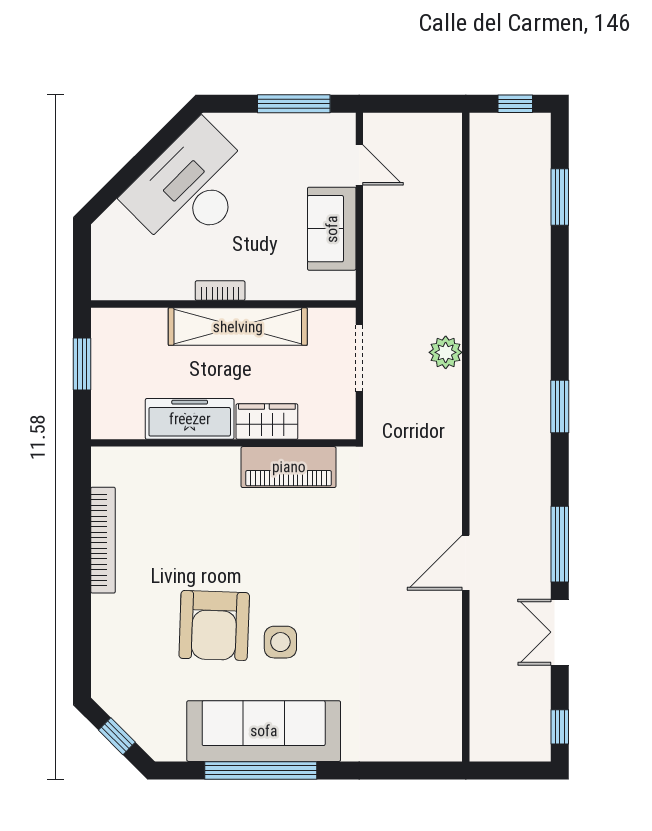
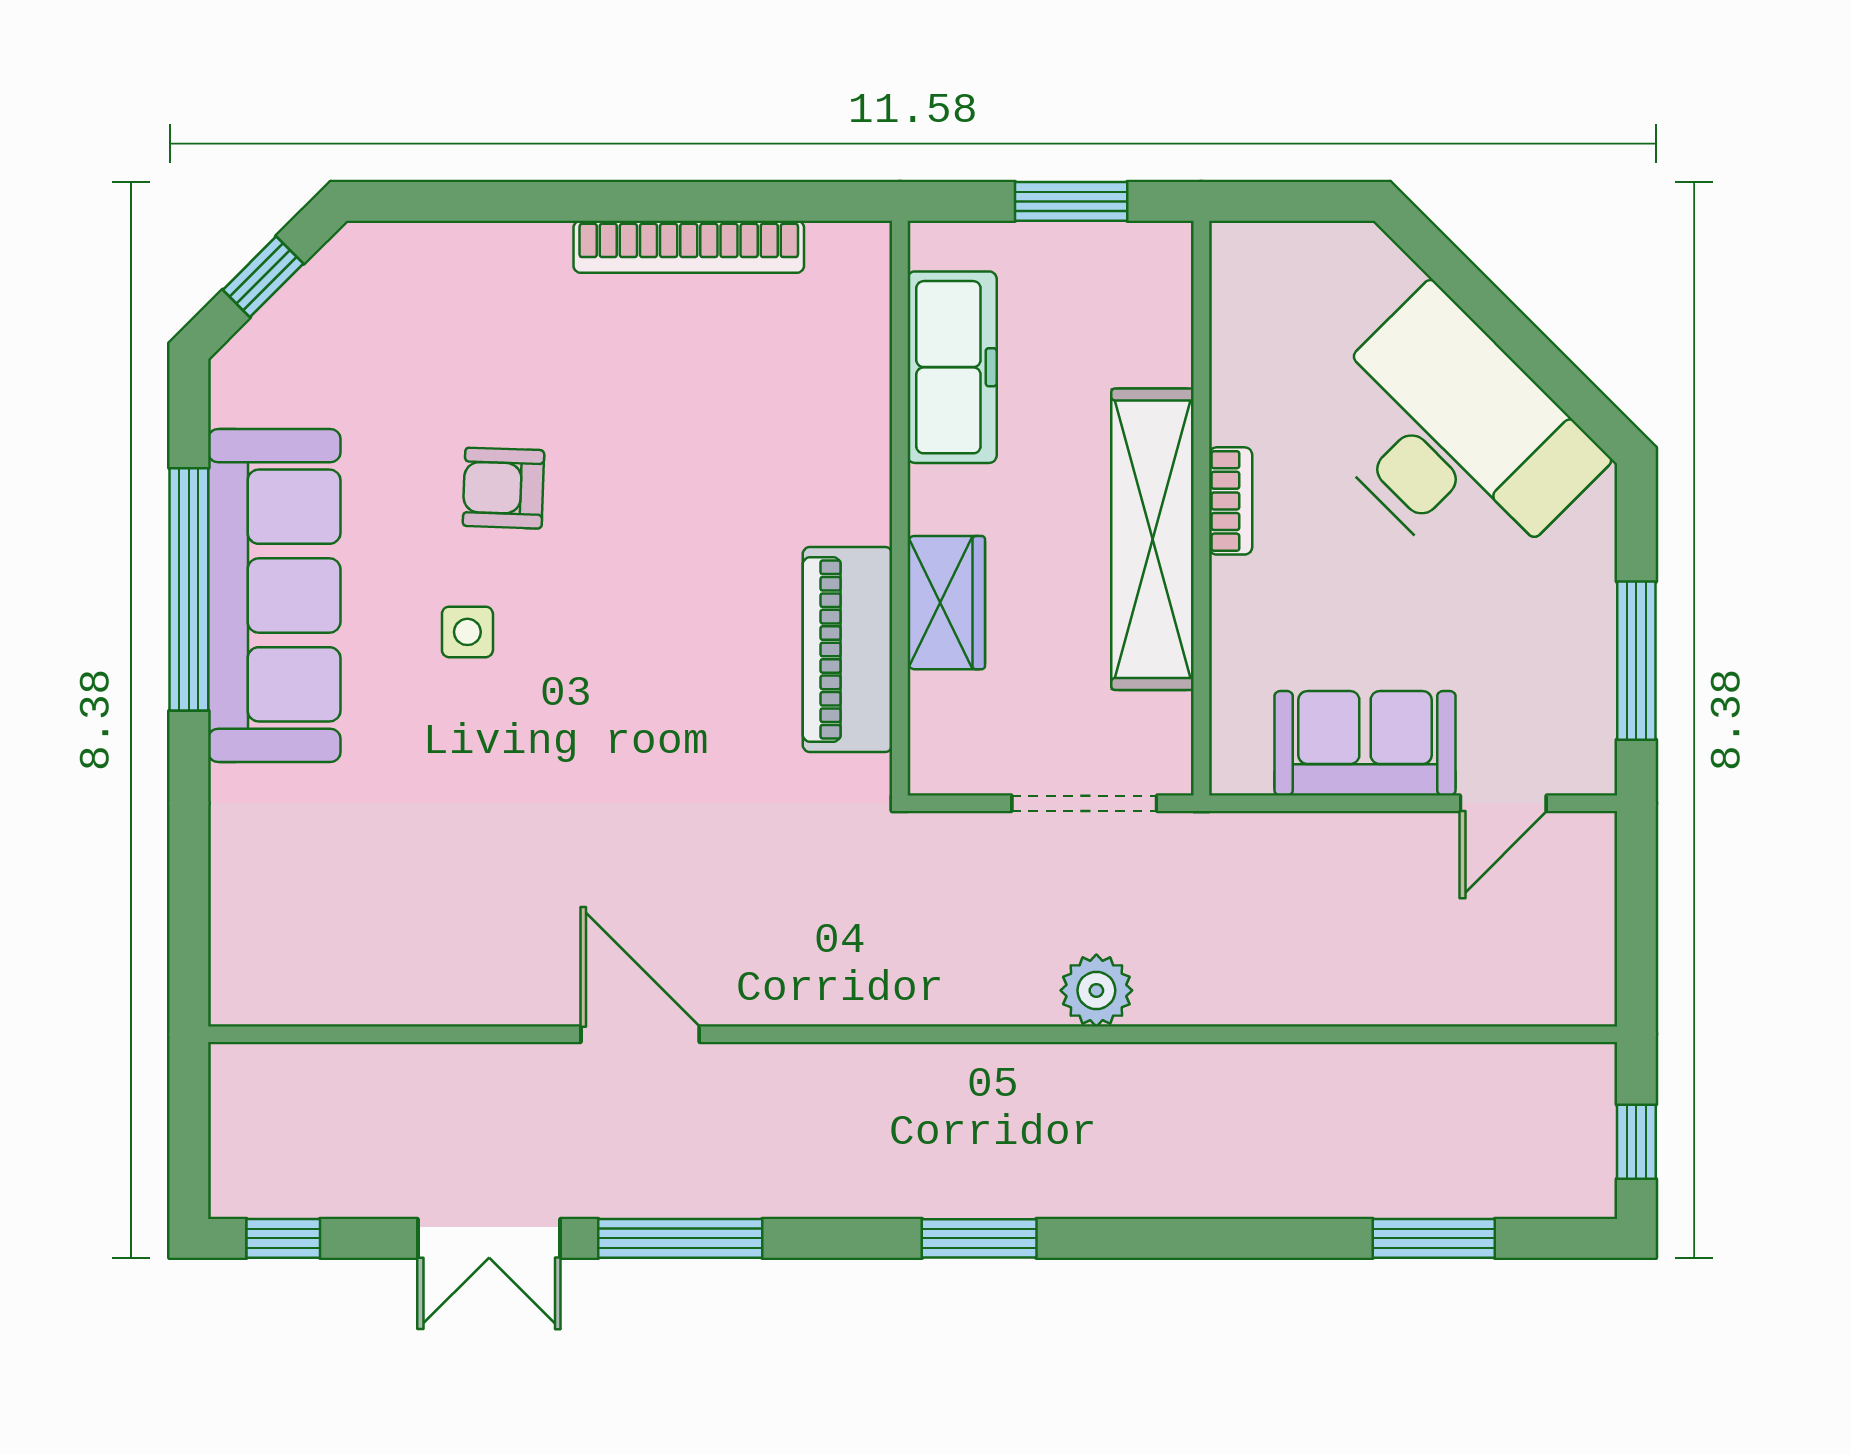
freezer: (190, 419) -> (952, 367), moved
armchair: (214, 625) -> (503, 488), width x0.53, depth x0.53
double door: (560, 632) -> (489, 1238), swing flipped
side table: (280, 642) -> (467, 632), width x0.73, depth x0.73

